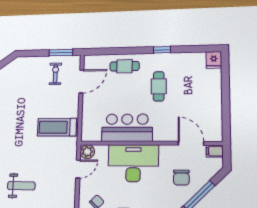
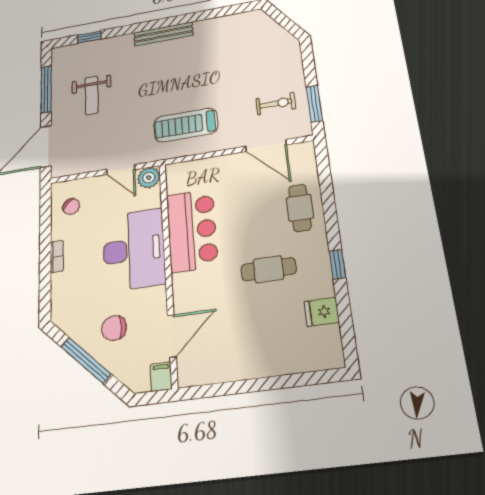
fridge: (214, 60) -> (322, 312), moved
treadmill: (57, 127) -> (186, 125), turned -90

